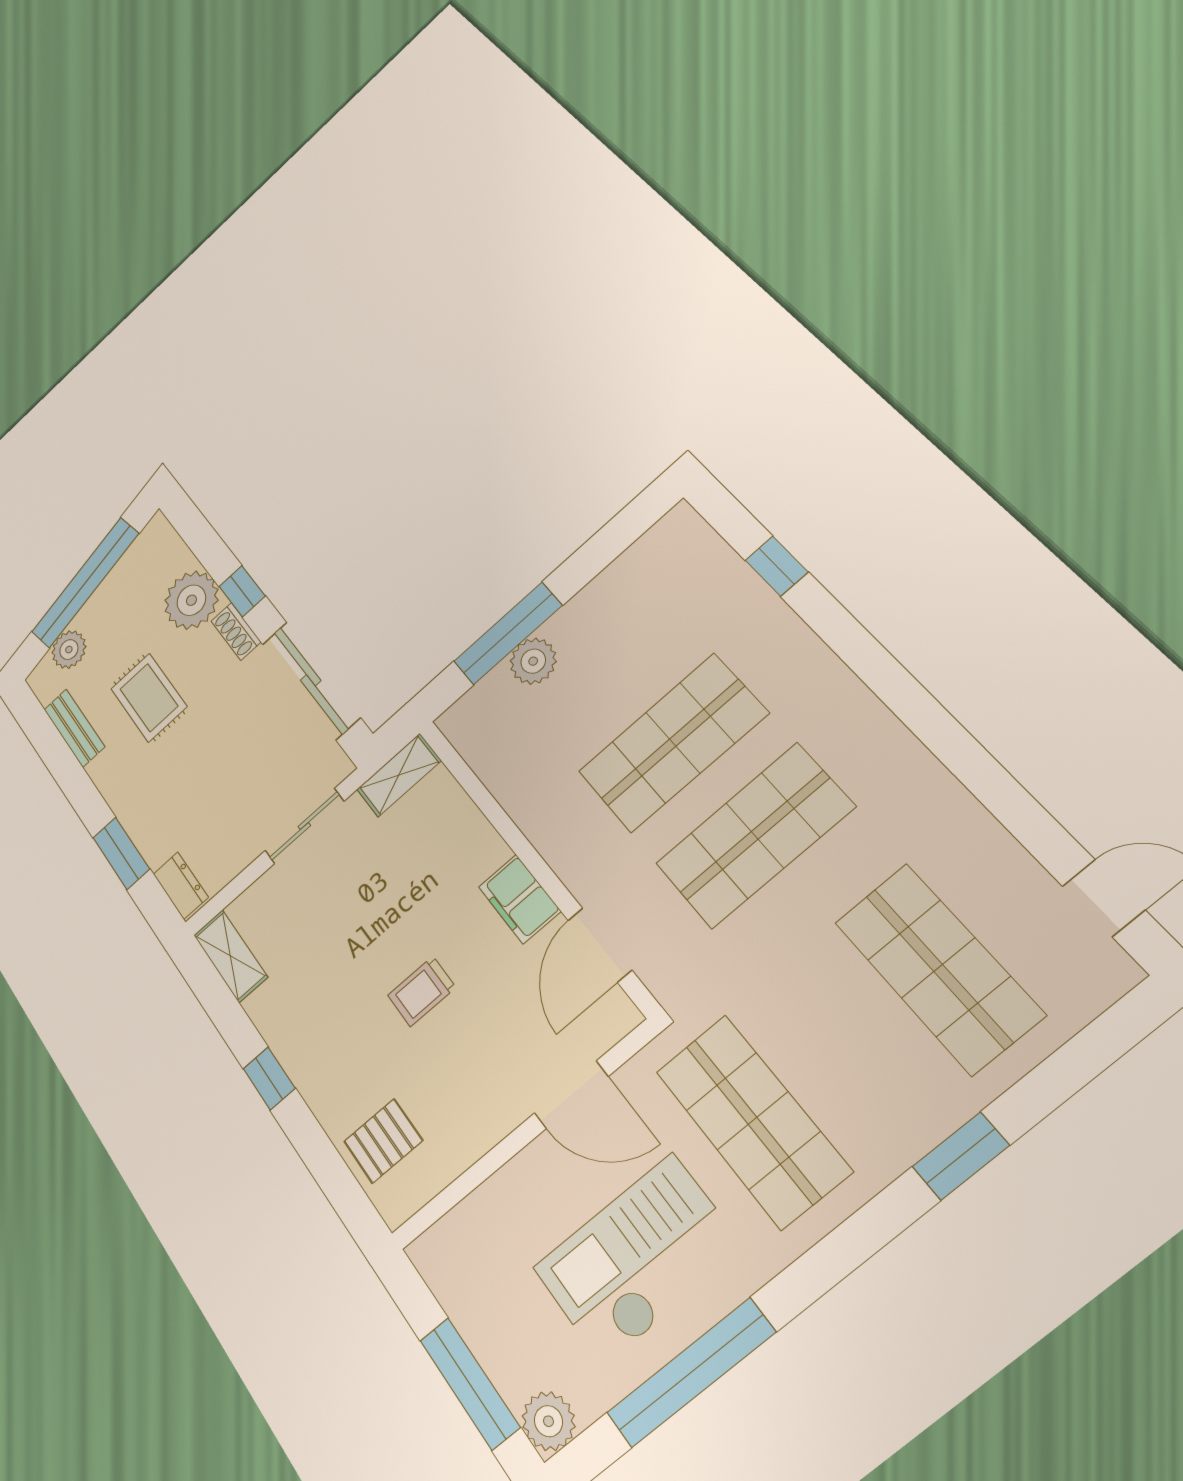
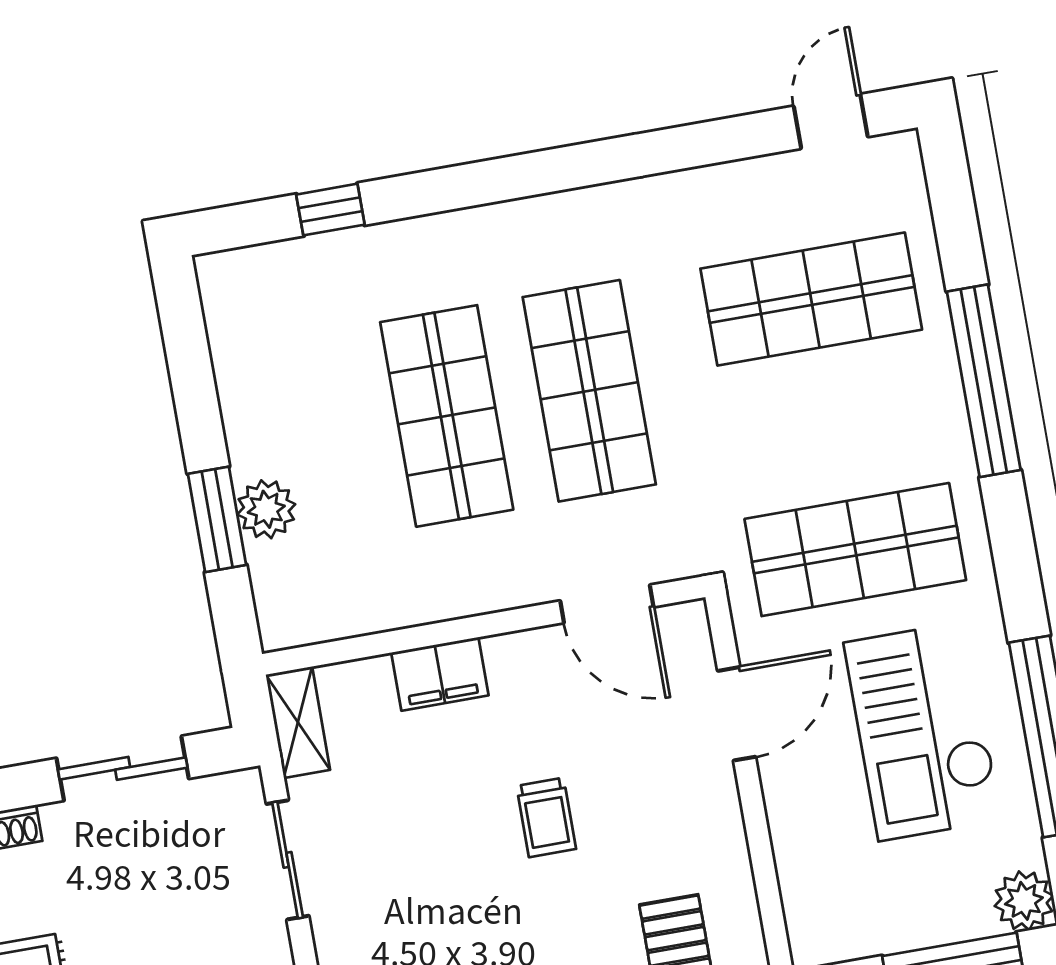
window: (508, 633) -> (217, 519), width x0.69
sliding door: (311, 680) -> (123, 768), width x0.73
filing cabinet: (520, 899) -> (440, 674), moved
window: (961, 1156) -> (984, 381), width x2.11

